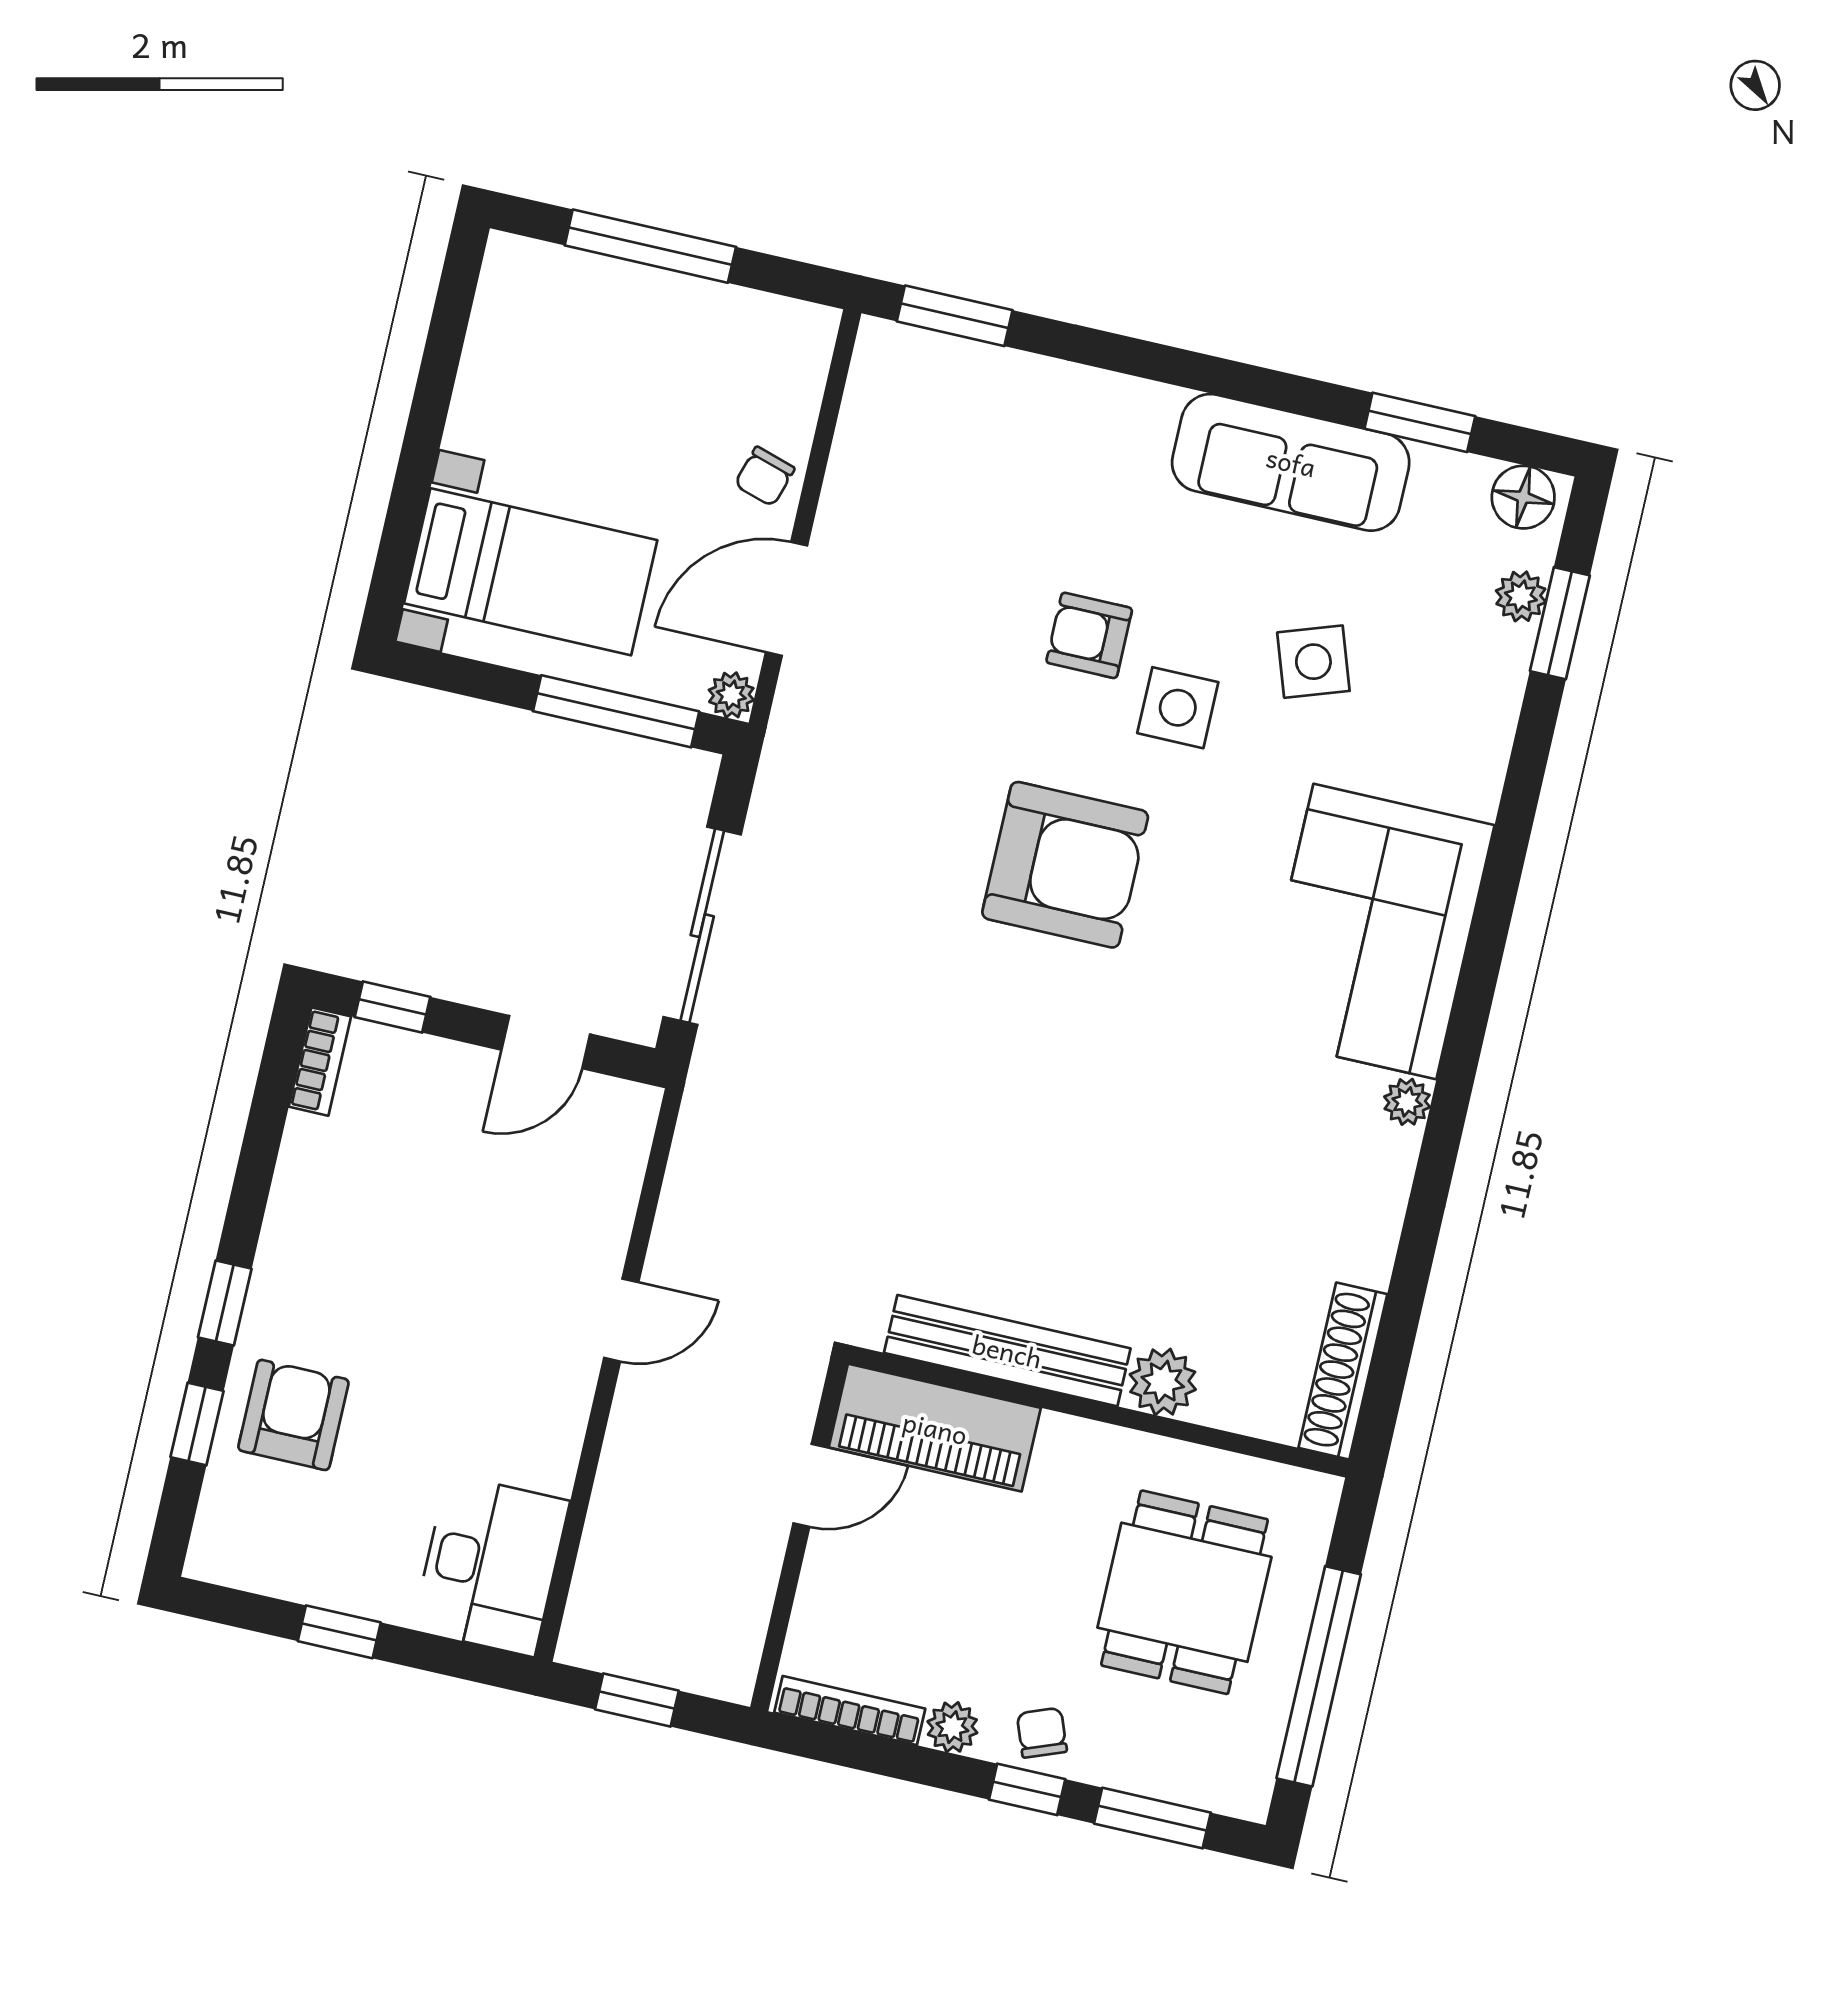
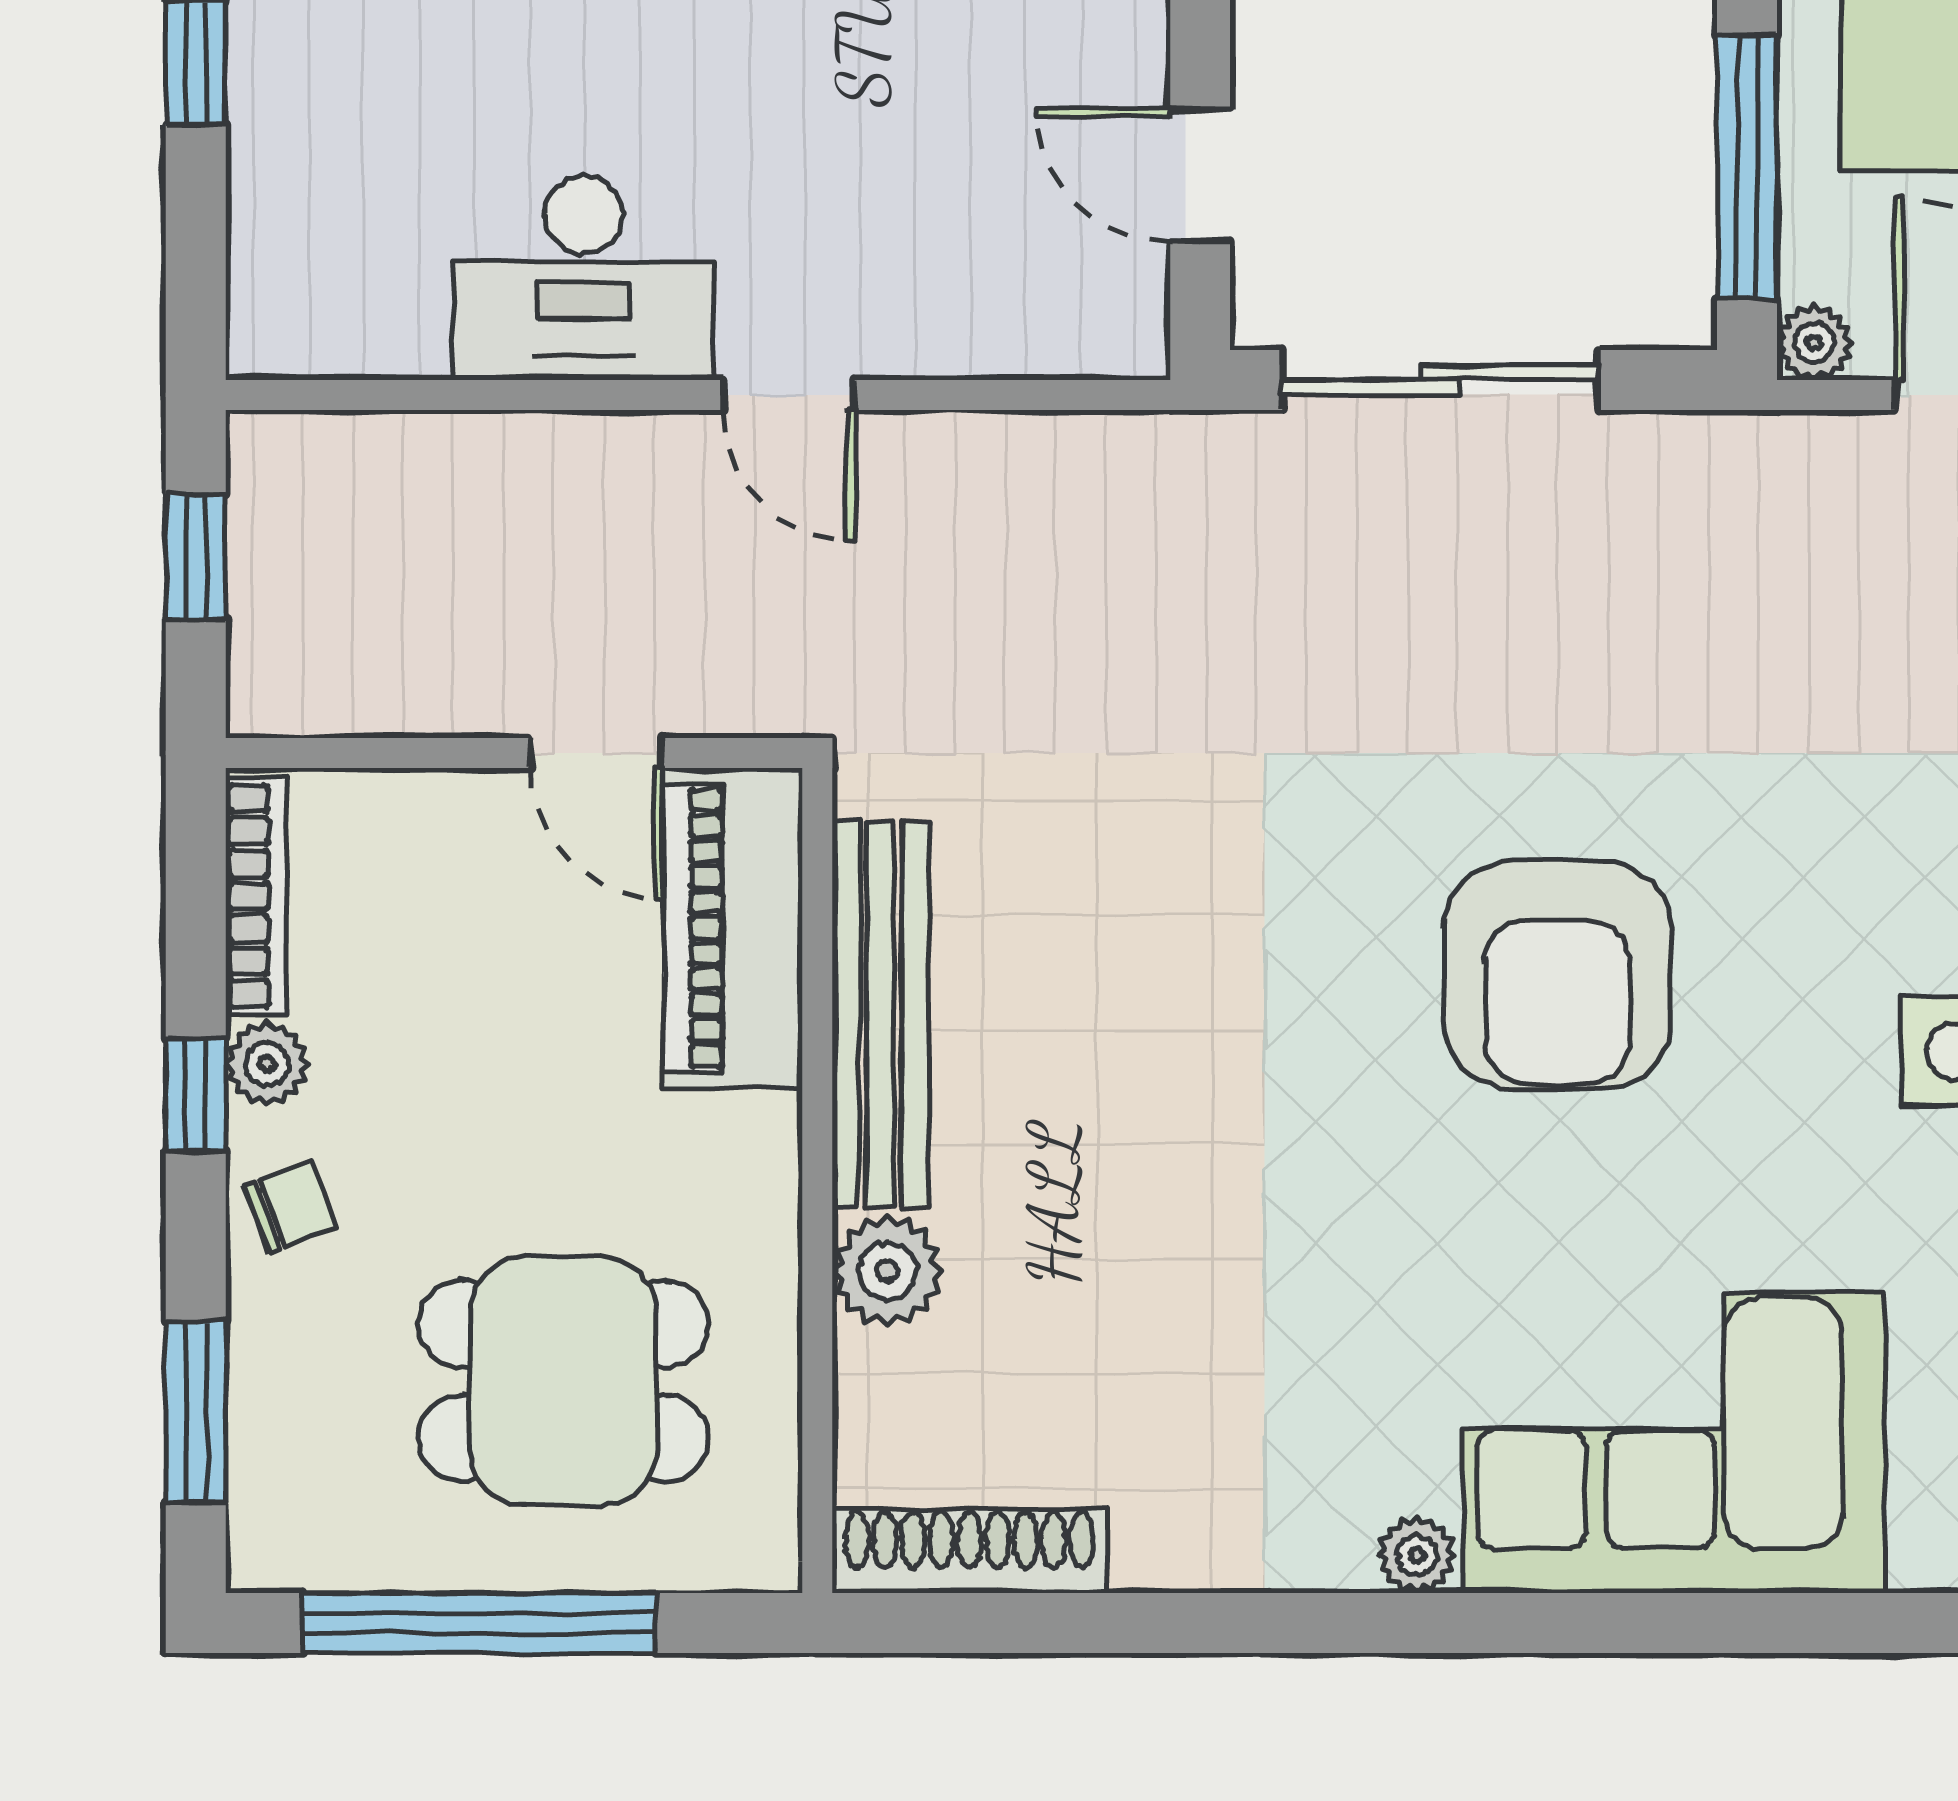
armchair: (1065, 865) -> (1558, 975), moved
desk: (491, 1565) -> (584, 278), moved
window: (1027, 1789) -> (196, 1095), moved

